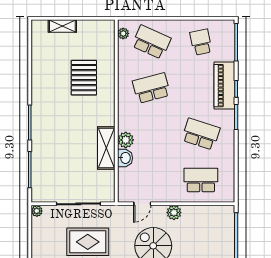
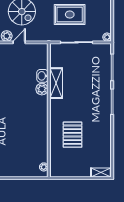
shelving: (62, 26) -> (101, 172), moved
school desk: (151, 42) -> (23, 161), removed
school desk: (151, 88) -> (23, 127), removed
door: (142, 204) -> (19, 42), moved

